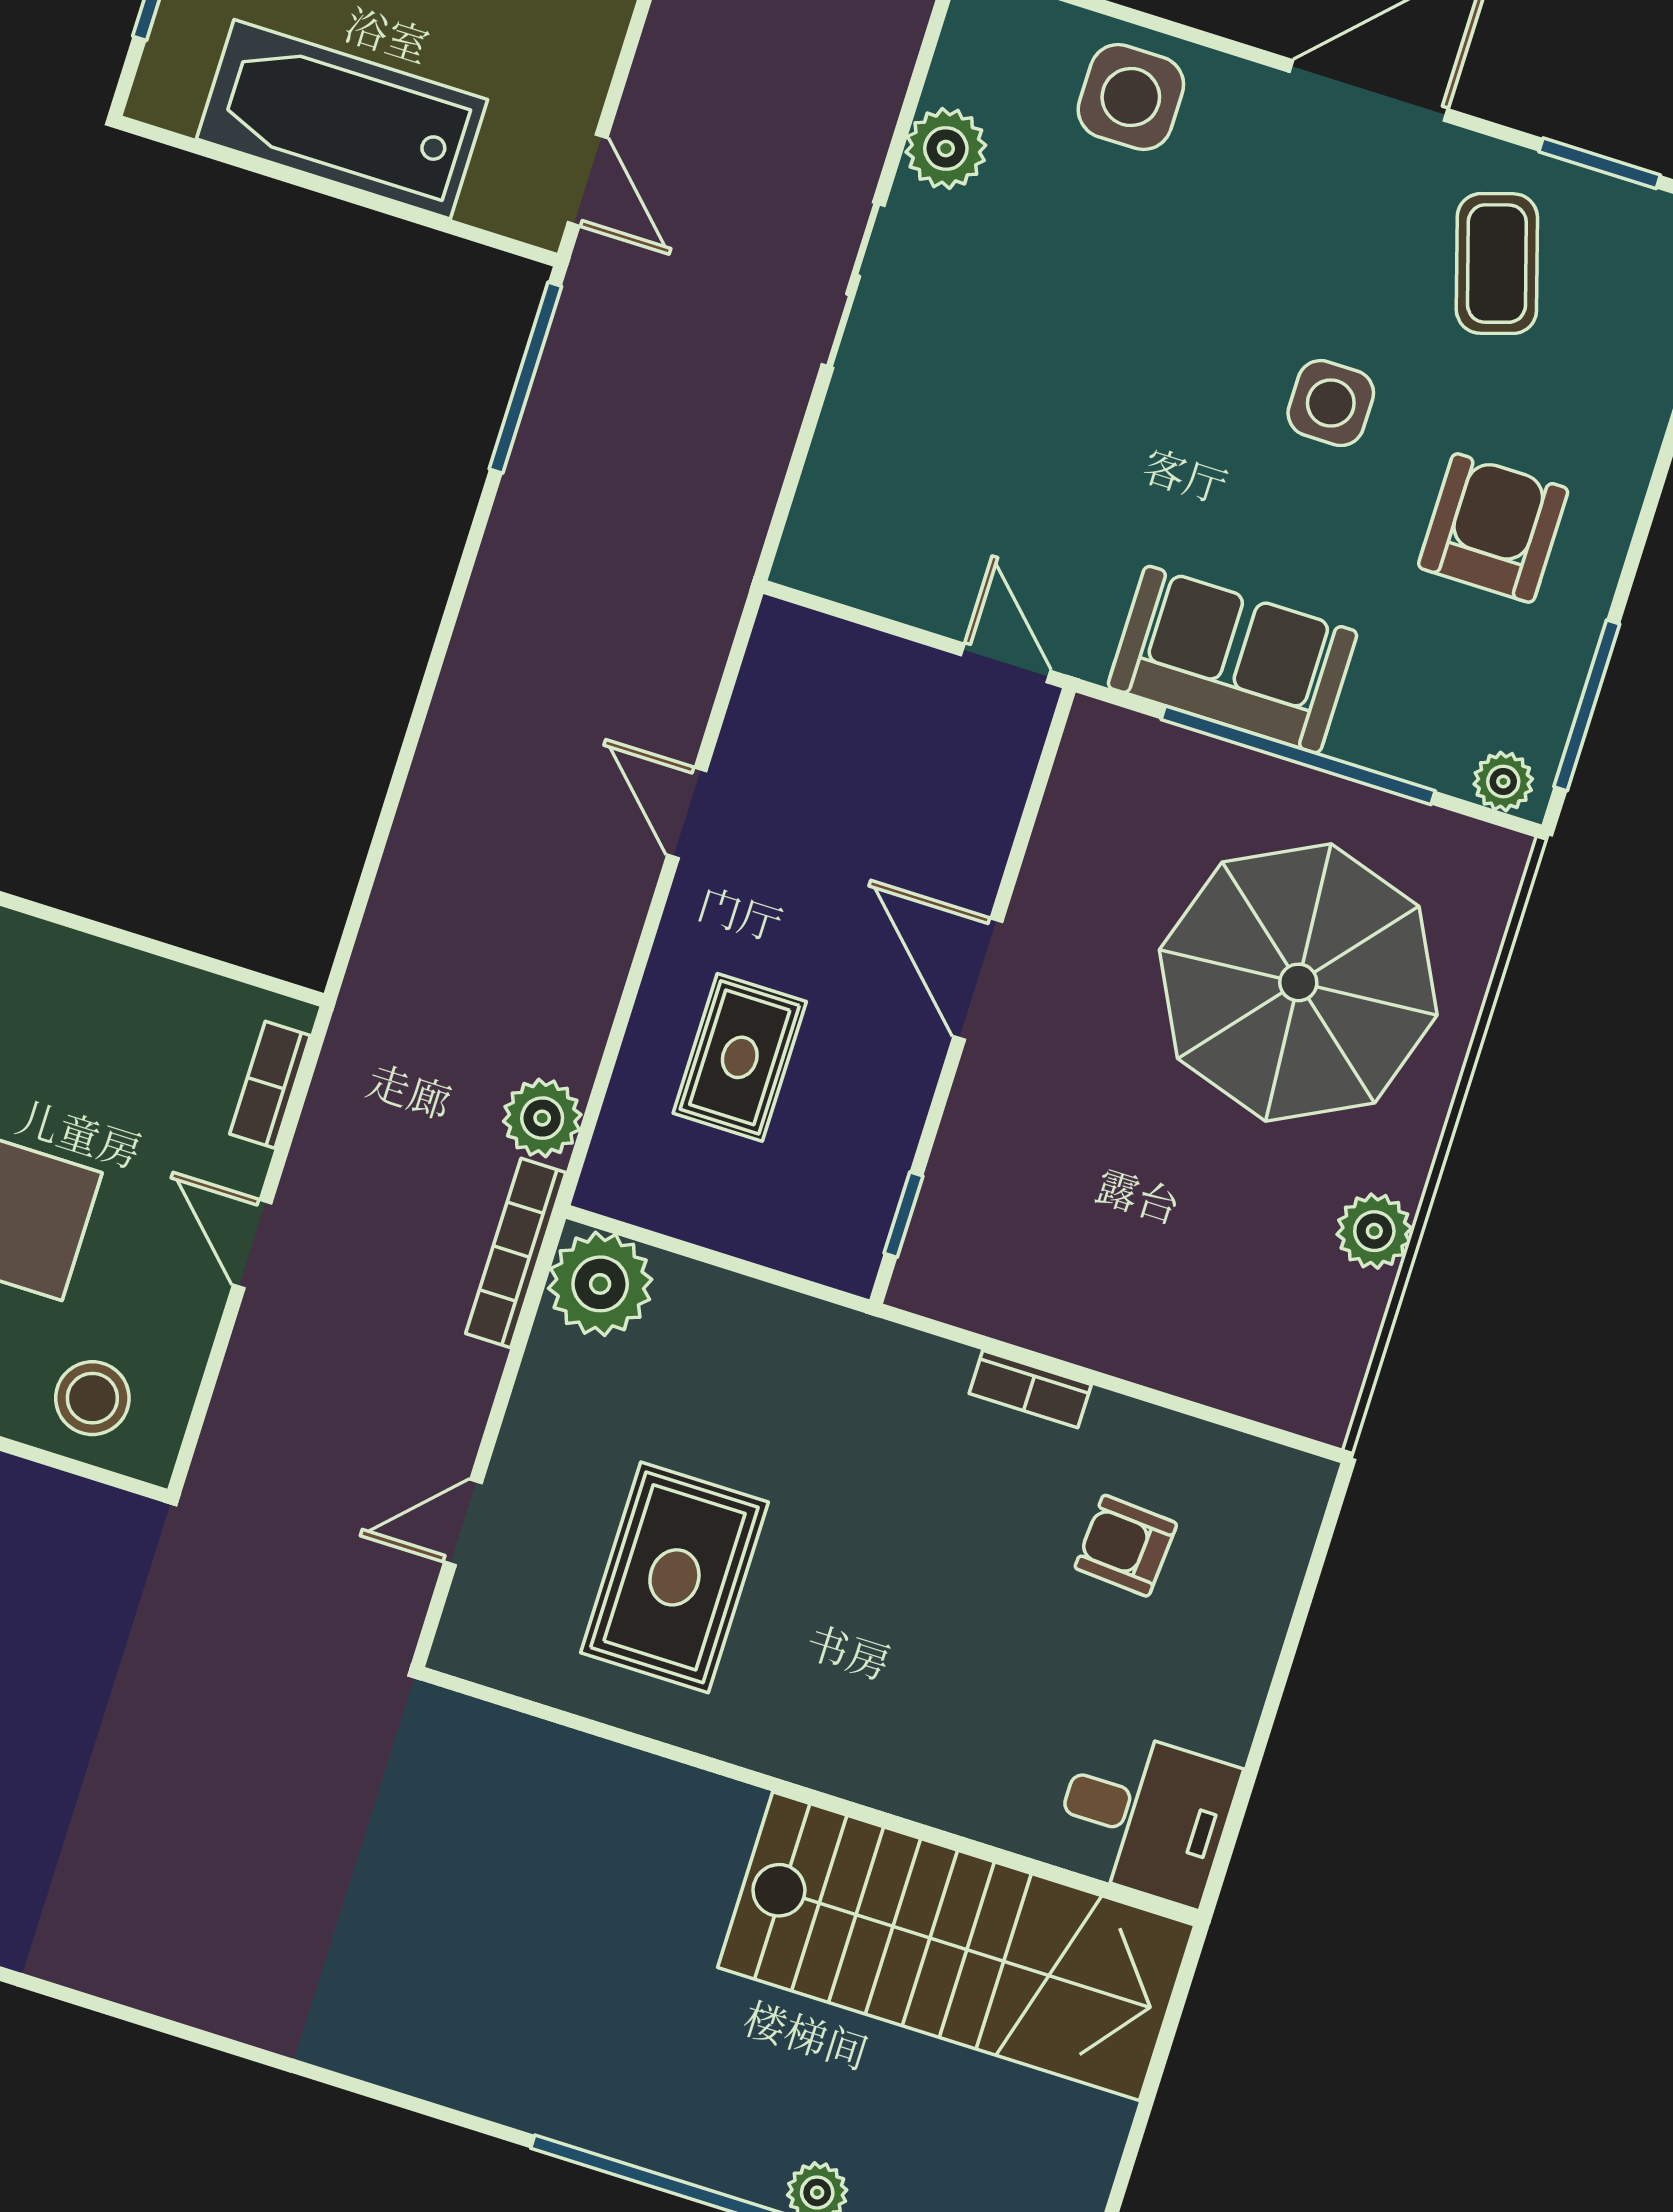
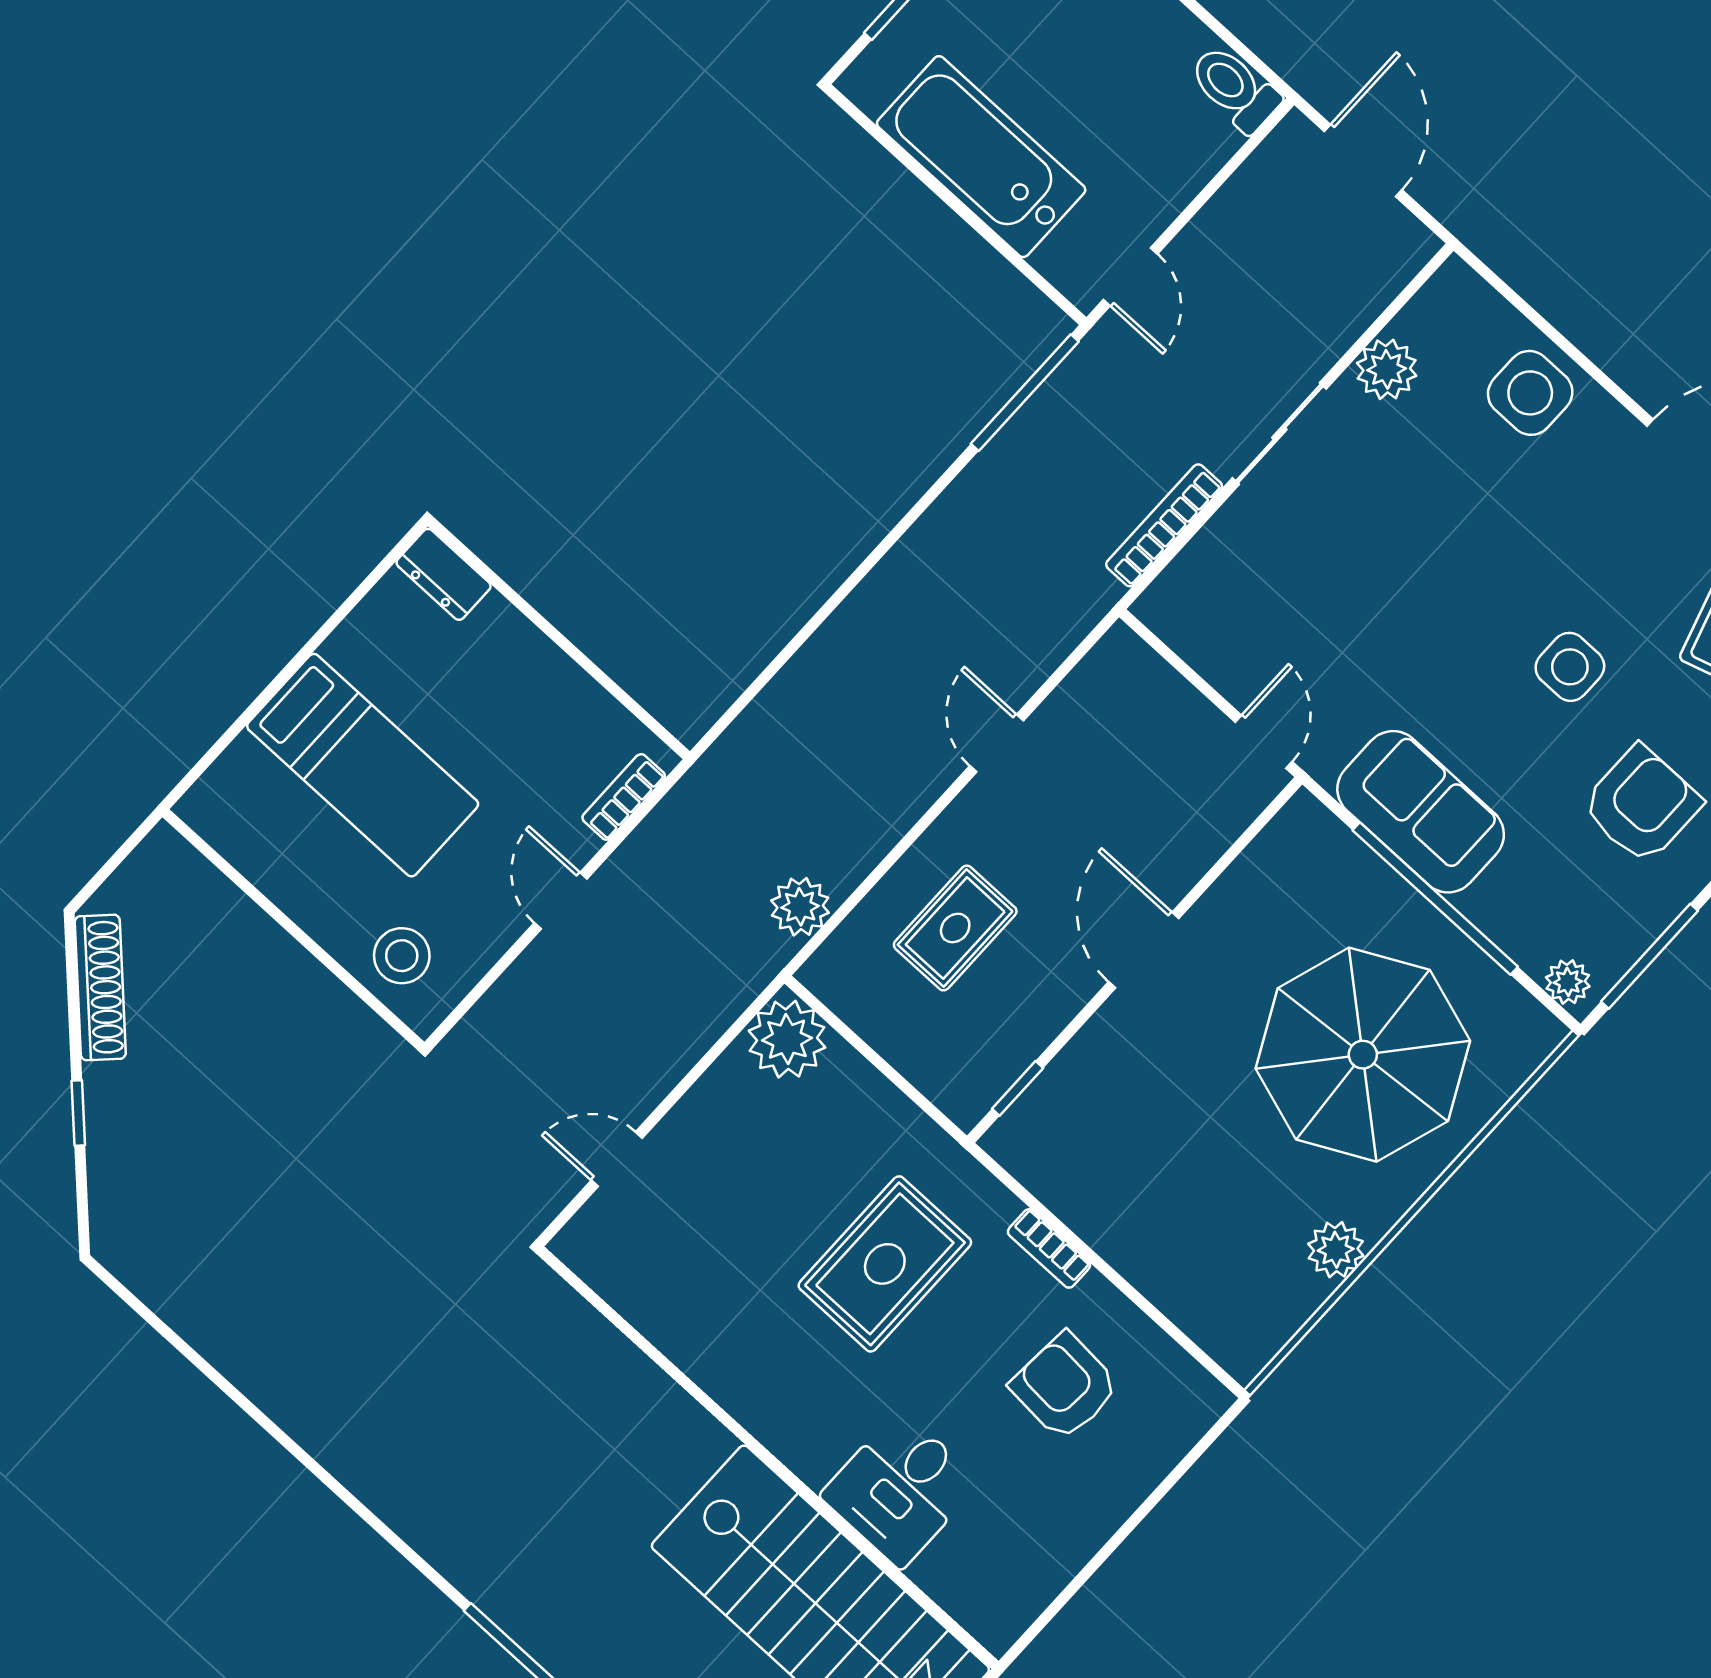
bookcase: (516, 1253) -> (1164, 525), moved
armchair: (1126, 1546) -> (1065, 1387), width x1.38, depth x1.38
rug: (674, 1577) -> (885, 1264), moved
desk: (1145, 1816) -> (900, 1489), moved, turned 90

